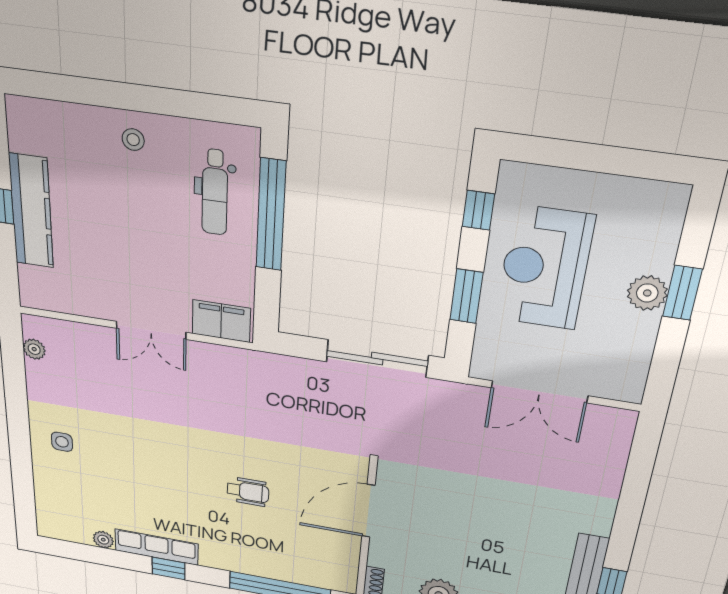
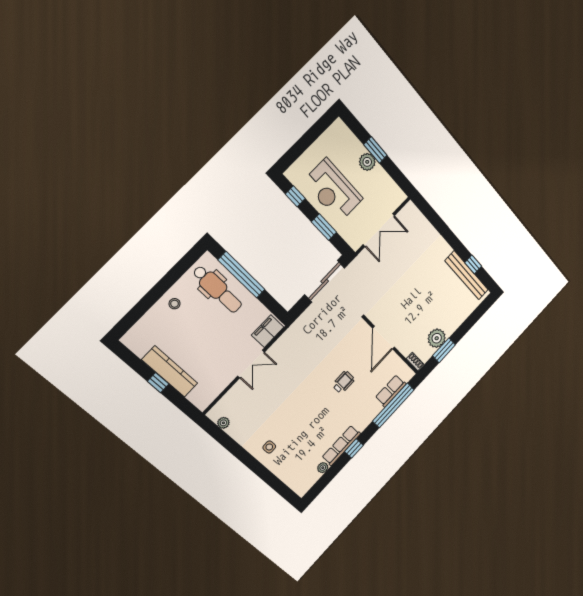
dental chair: (215, 192) -> (217, 289), width x1.36, depth x1.38
row of seats: (298, 572) -> (391, 391), added

